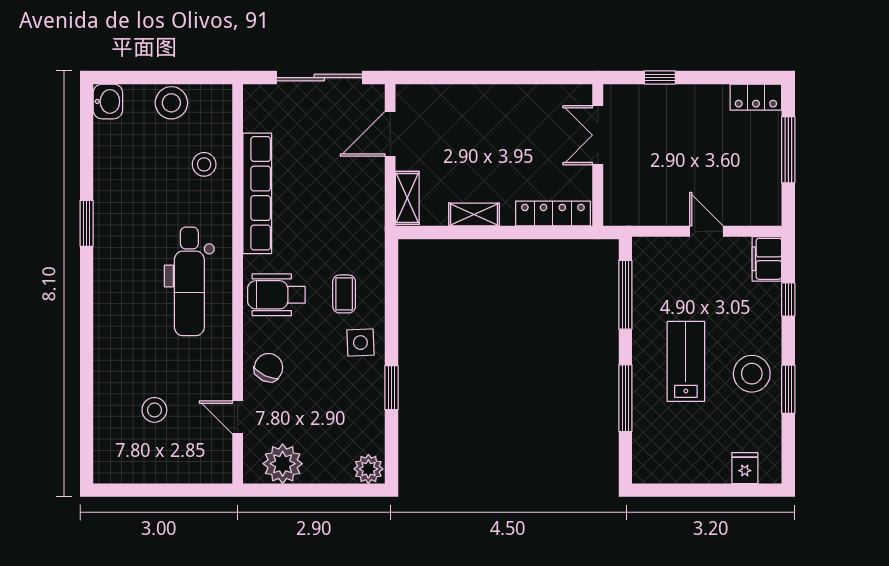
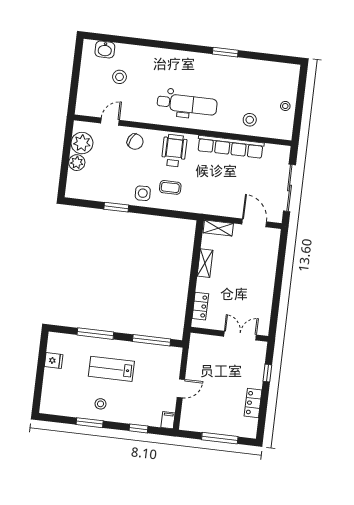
locker: (756, 97) -> (253, 403), moved
washbasin: (108, 101) -> (105, 49), moved
stool: (171, 103) -> (285, 106), width x0.53, depth x0.53
locker: (553, 214) -> (200, 306), width x0.66
filing cabinet: (767, 259) -> (168, 420), width x0.50
dental chair: (189, 281) -> (187, 104), turned 180
lab bench: (686, 361) -> (111, 369), turned 180
stool: (752, 374) -> (100, 404), width x0.53, depth x0.53
fridge: (745, 468) -> (54, 361), moved
plant: (368, 469) -> (77, 163), moved

